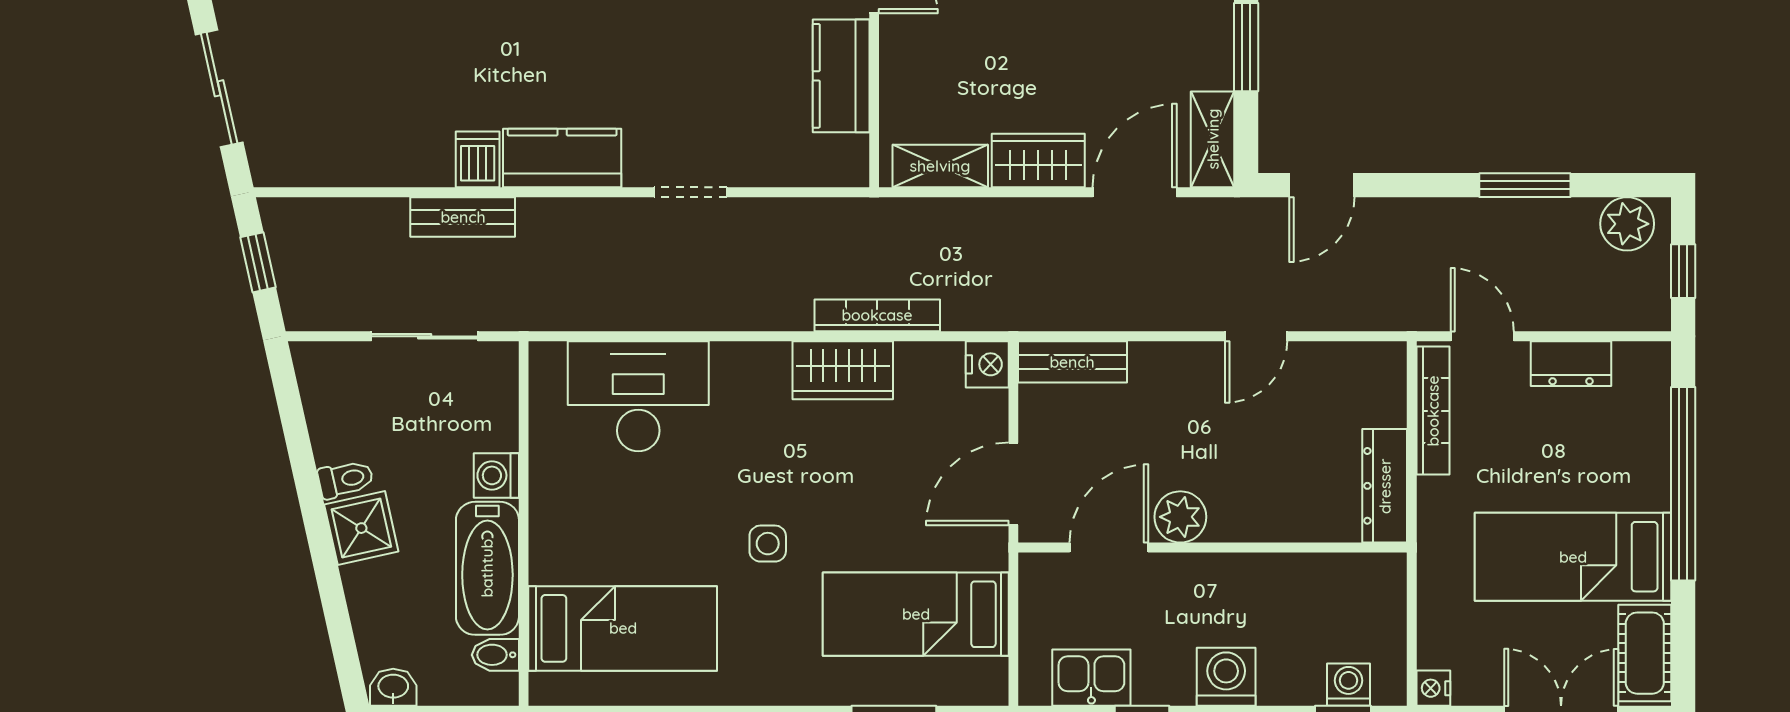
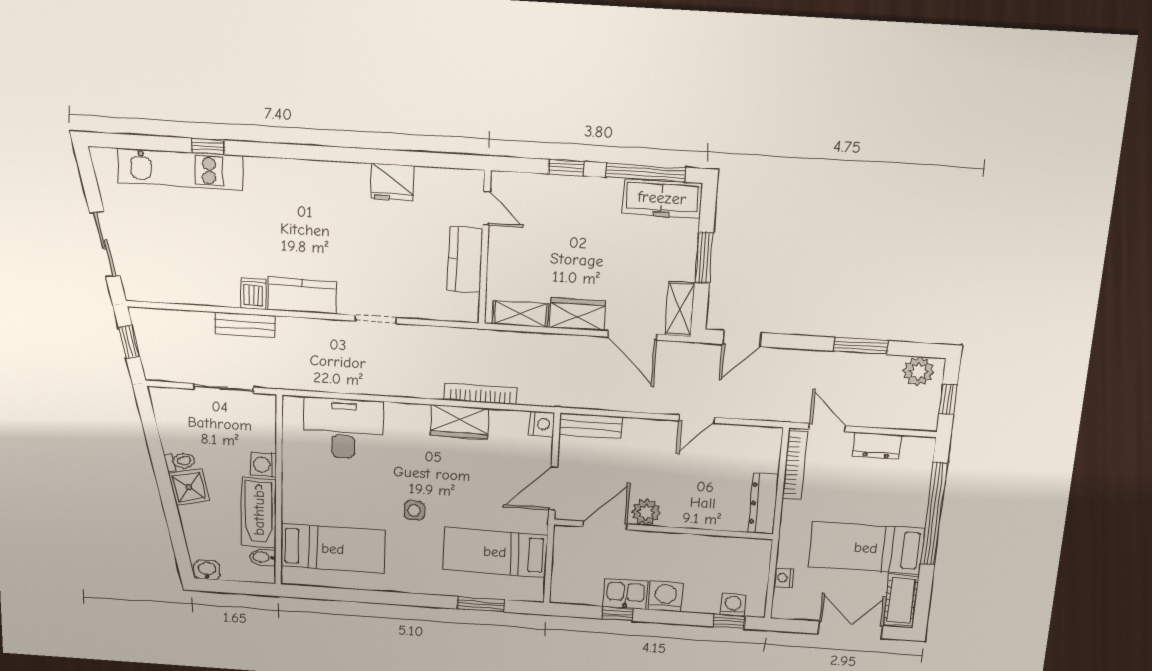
door: (1135, 192) -> (632, 336), swing flipped
kitchen sink: (1091, 678) -> (626, 594), moved
nightstand: (1433, 688) -> (784, 578), moved

